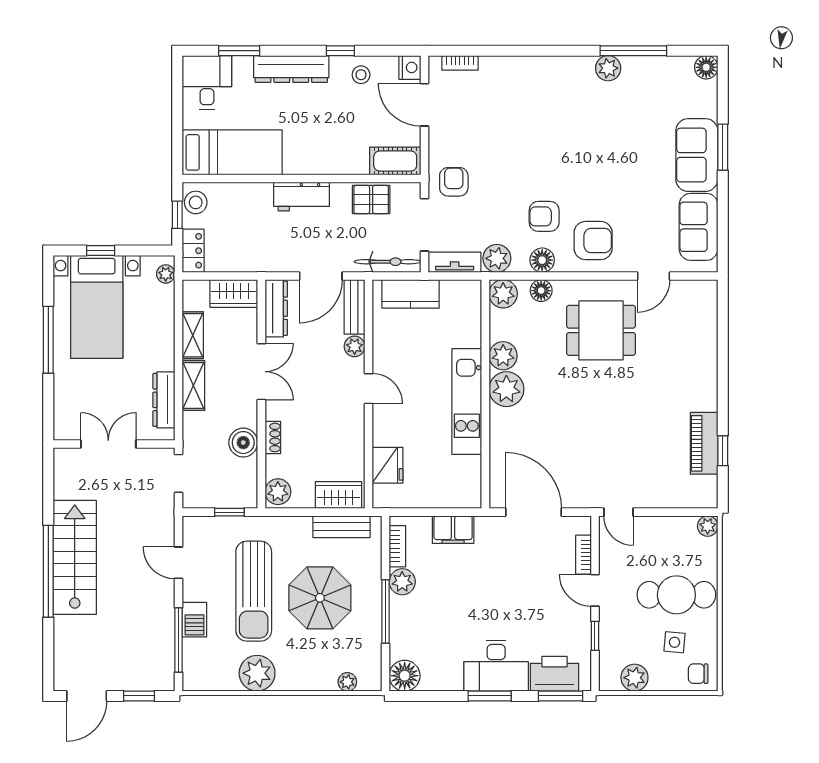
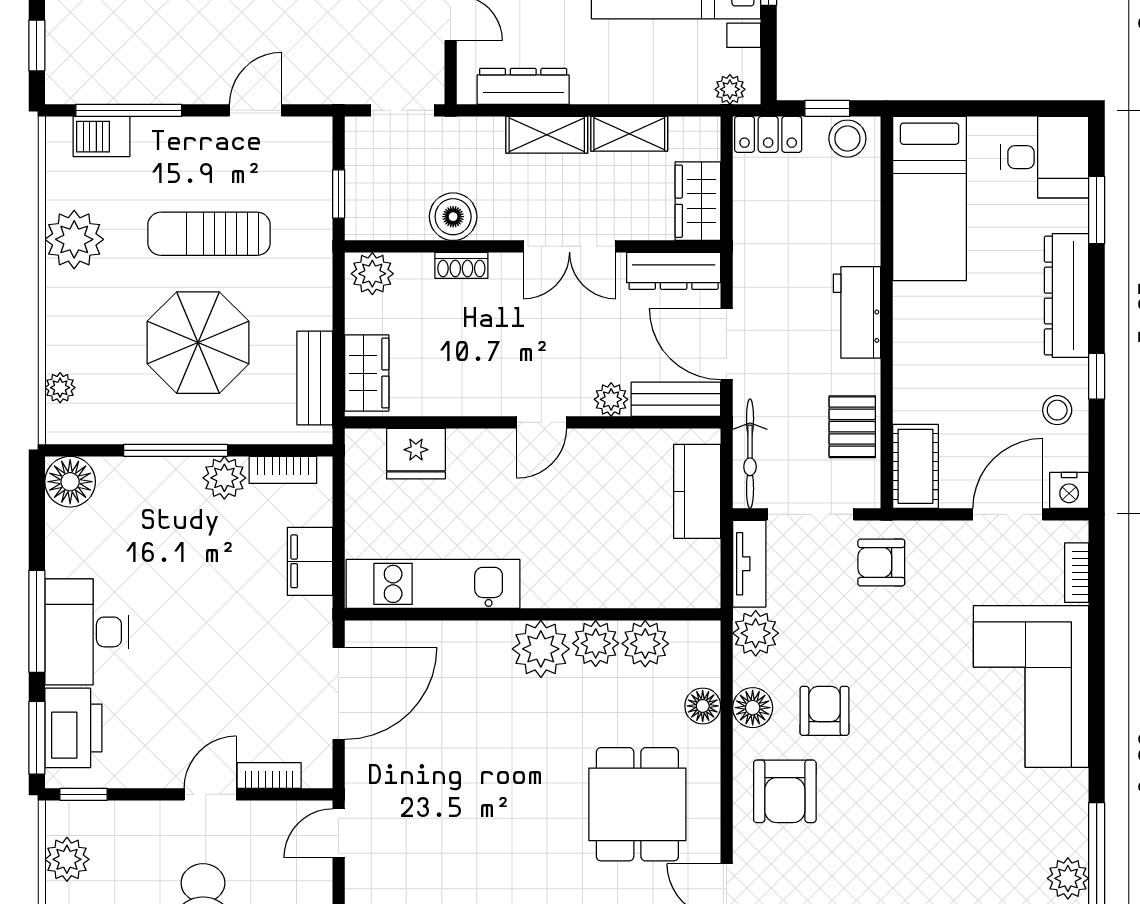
plant: (608, 68) -> (1068, 878), moved
corner sofa: (529, 91) -> (1031, 686), added
armchair: (454, 182) -> (881, 562), turned 180
plant: (503, 294) -> (645, 644), moved
kitchen unit: (467, 402) -> (433, 584), moved
sun lounger: (254, 591) -> (209, 234), width x0.73, depth x0.75
barbecue: (194, 620) -> (102, 137), moved
window: (595, 636) -> (84, 794), moved
window: (490, 696) -> (37, 621), width x1.44

